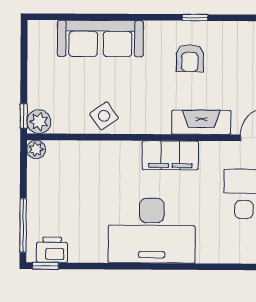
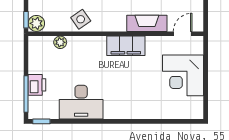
plant: (36, 149) -> (60, 42), moved
desk: (152, 231) -> (81, 102), moved, width x0.73, depth x0.77
printer: (52, 250) -> (37, 85), moved, turned 90

